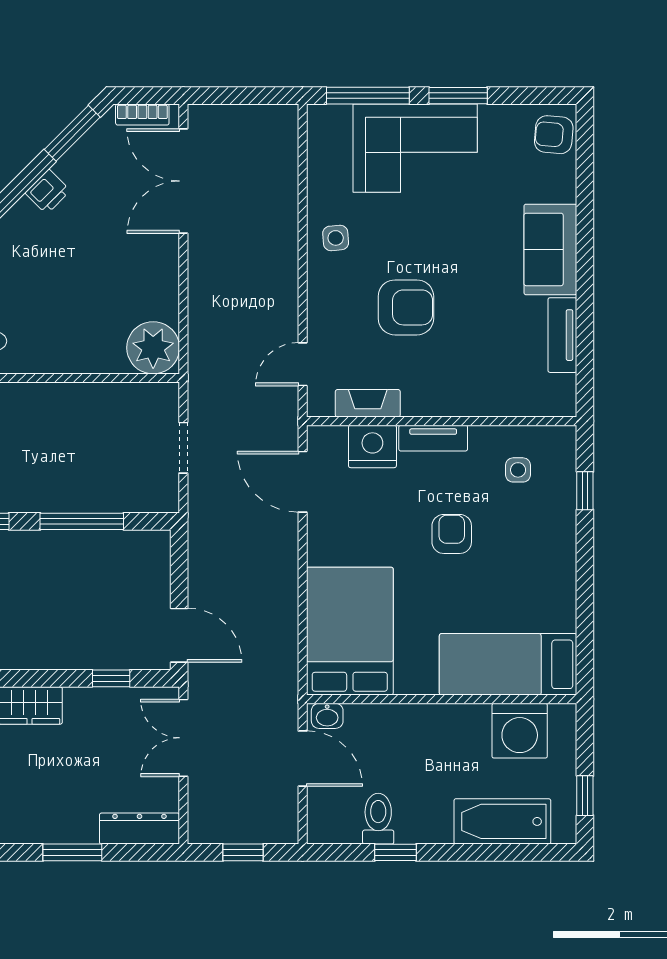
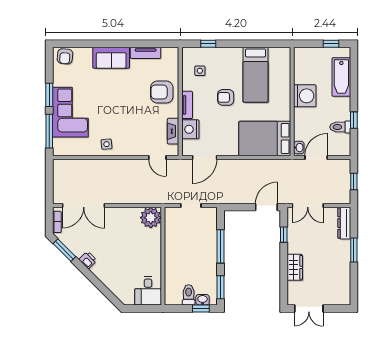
armchair: (406, 307) -> (162, 92), moved, turned -90
bed: (508, 664) -> (256, 75), moved
washing machine: (520, 731) -> (305, 96), moved

